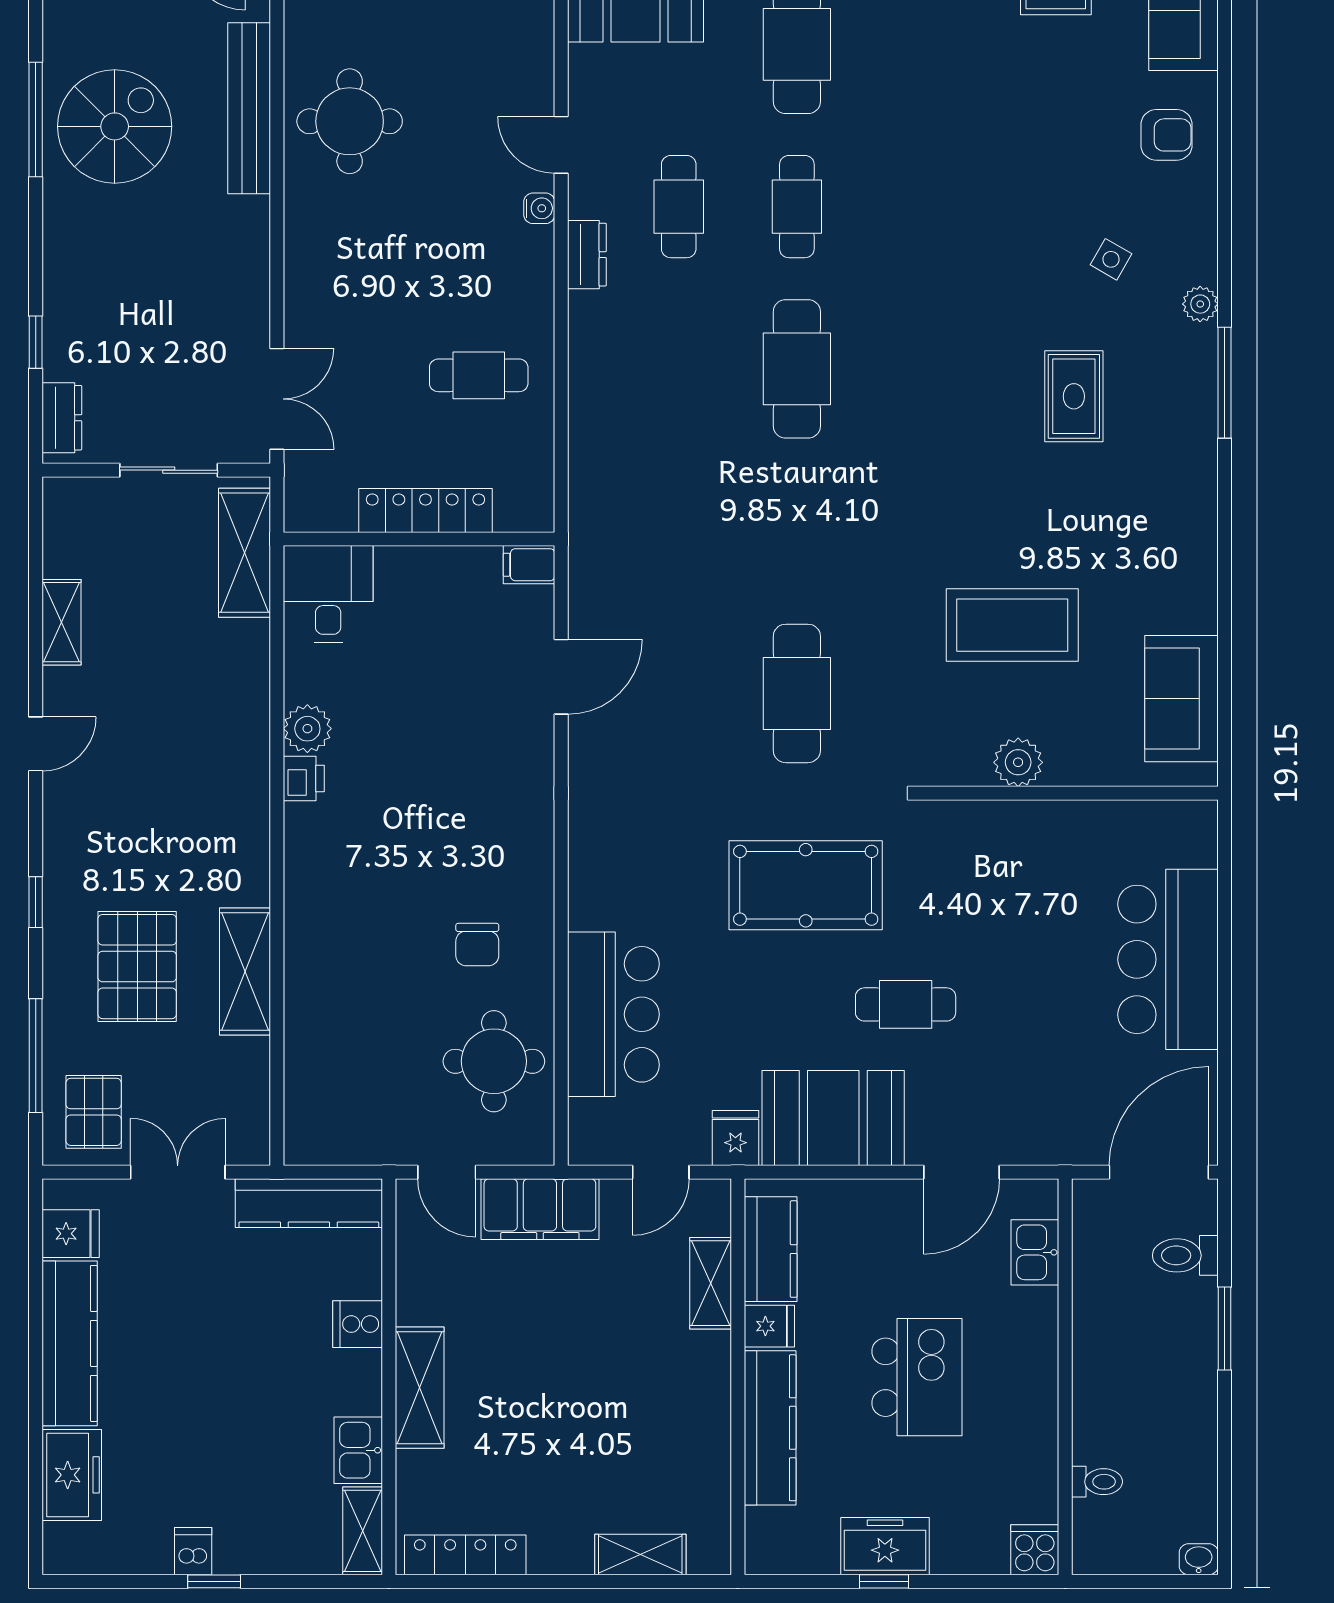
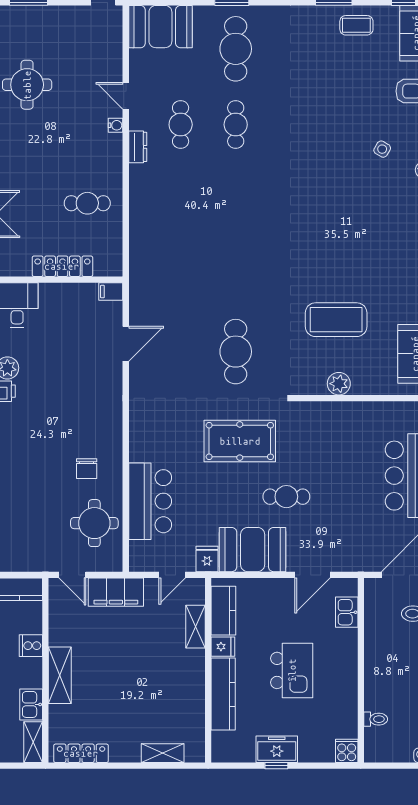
cafe table: (797, 369) -> (236, 200), removed
rug: (1074, 396) -> (365, 213), removed

